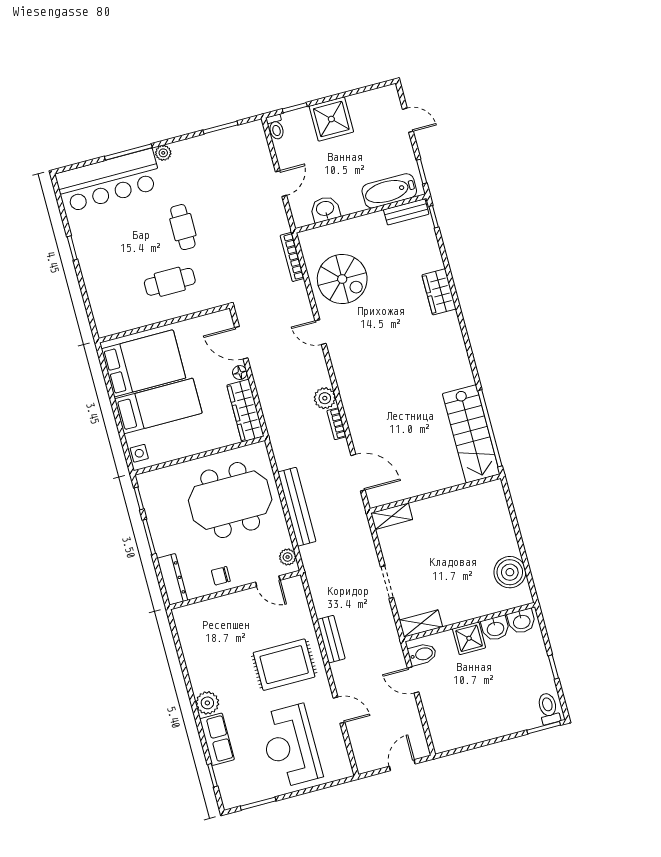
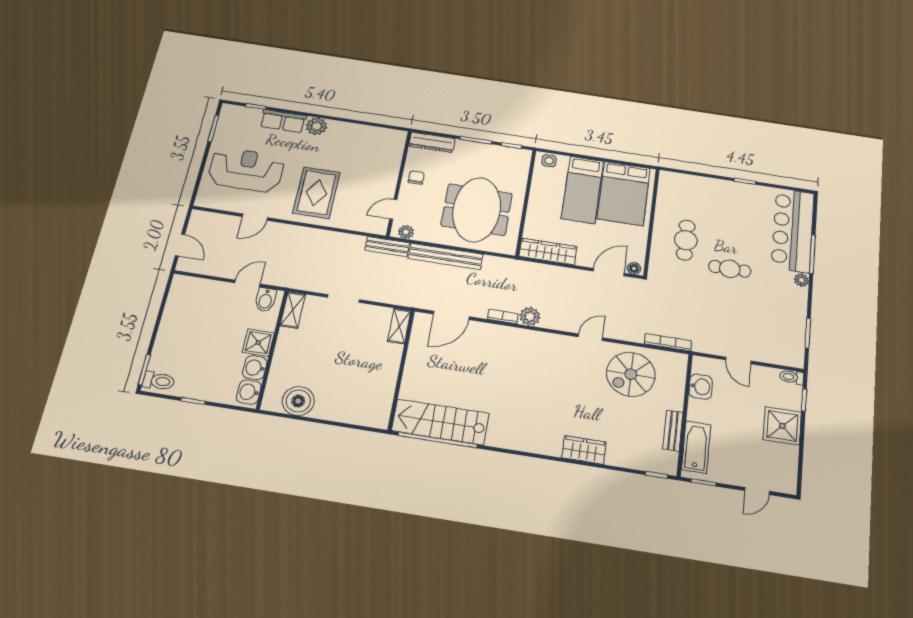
bench: (406, 212) -> (673, 431), moved
floor lamp: (240, 373) -> (634, 268), moved
bench: (331, 639) -> (387, 247), moved

